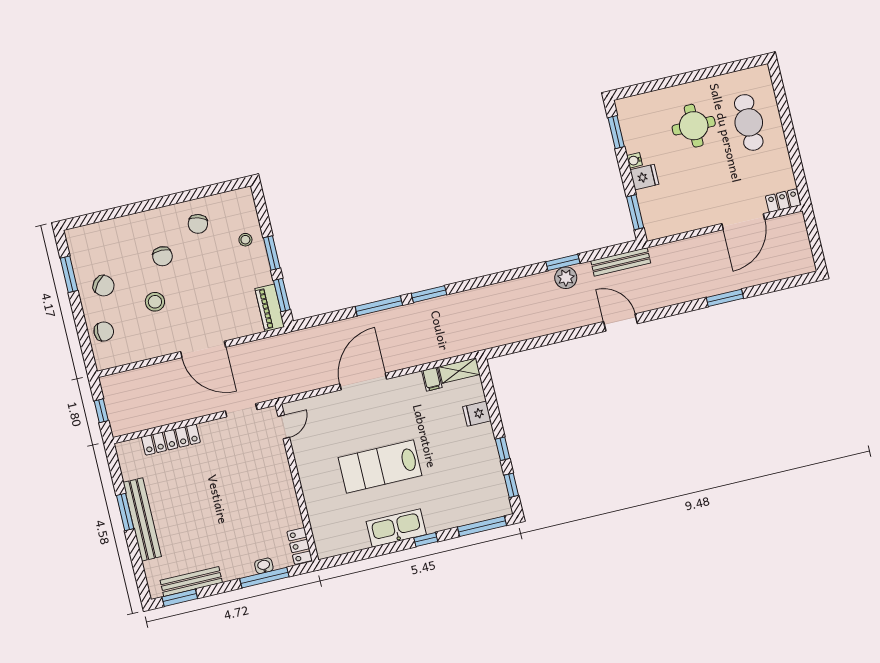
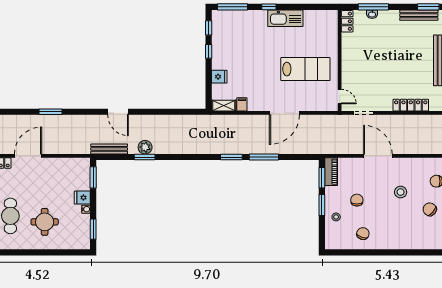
chair: (162, 256) -> (357, 200), moved
door: (284, 427) -> (340, 97), swing flipped
lab bench: (380, 466) -> (305, 69), moved

